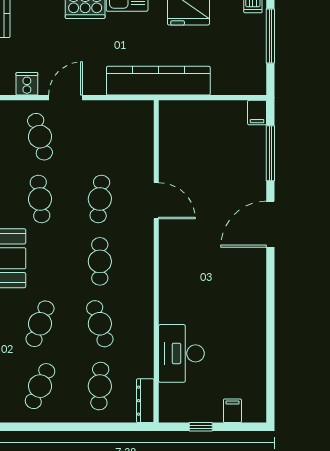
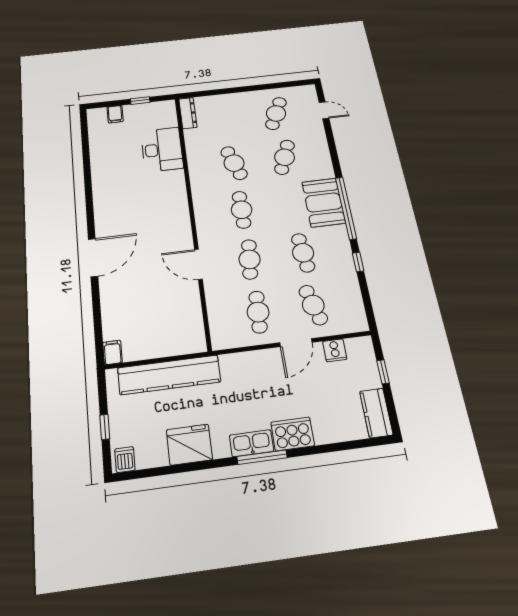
window: (270, 36) -> (105, 427), width x0.46
kitchen counter: (158, 81) -> (169, 375), moved
window: (270, 153) -> (97, 318), removed
cafe table: (100, 386) -> (258, 312), moved

